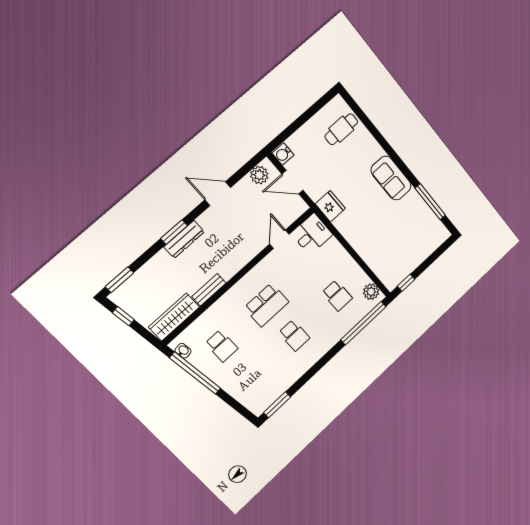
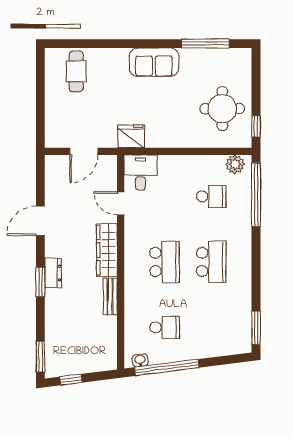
water cooler: (283, 154) -> (55, 139), removed
plant: (259, 175) -> (55, 174), removed
dresser: (184, 239) -> (53, 273), width x0.70
round table: (399, 251) -> (222, 109), added
wardrobe: (174, 317) -> (107, 250), moved
school desk: (294, 335) -> (211, 262), width x1.85

